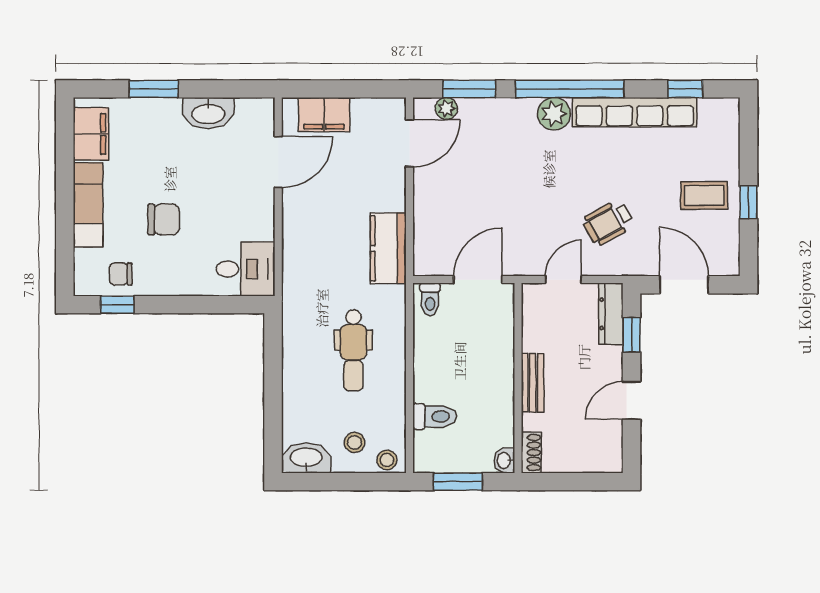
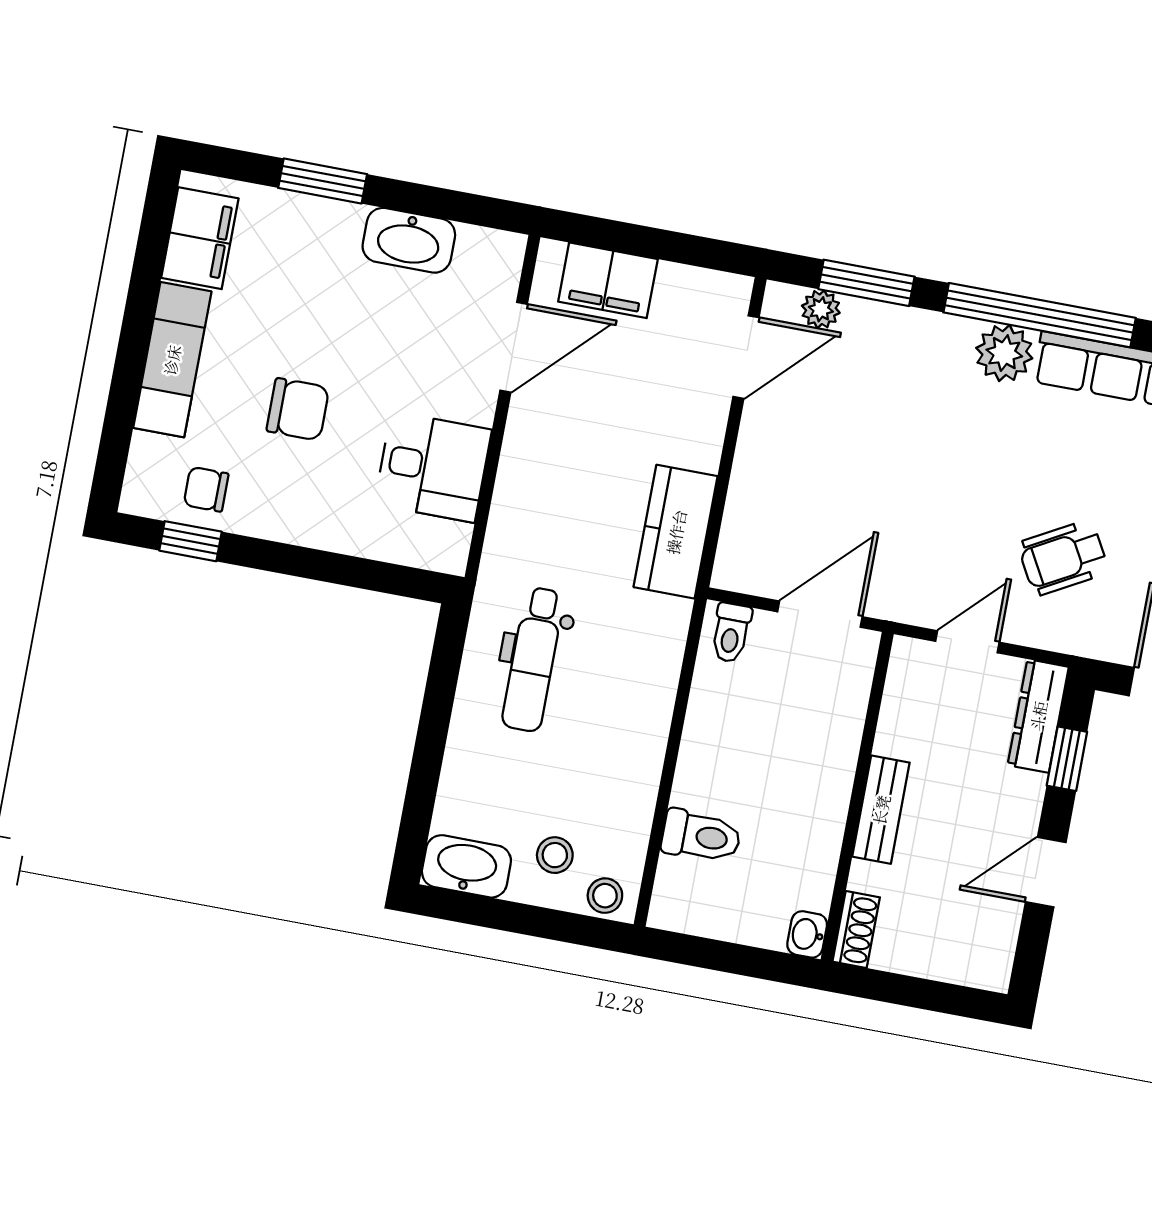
desk: (246, 269) -> (433, 467), moved
dental chair: (353, 350) -> (533, 659), moved
window: (458, 482) -> (720, 956), removed

